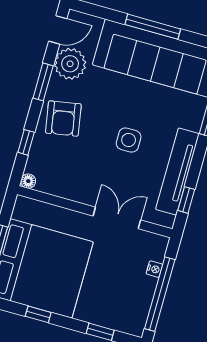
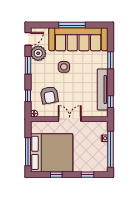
armchair: (63, 119) -> (49, 95), moved
side table: (129, 140) -> (64, 67), moved
double door: (117, 218) -> (70, 119), moved

